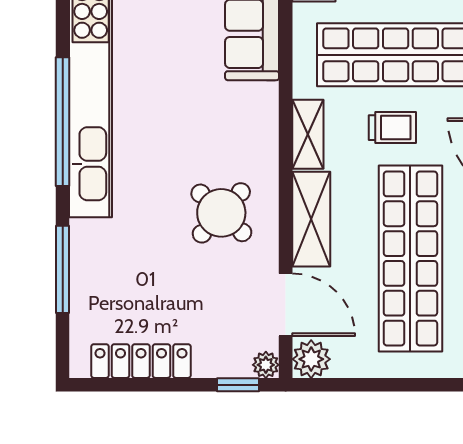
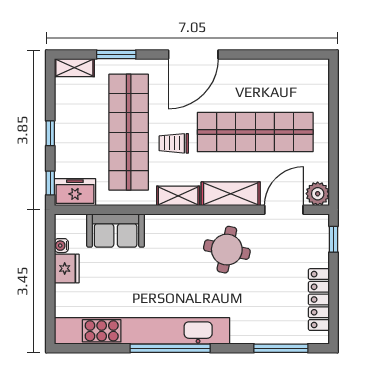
trolley: (392, 128) -> (174, 143), turned -90
round table: (221, 213) -> (227, 250), turned -31
window: (63, 269) -> (281, 348), moved
plant: (266, 365) -> (321, 222), removed

